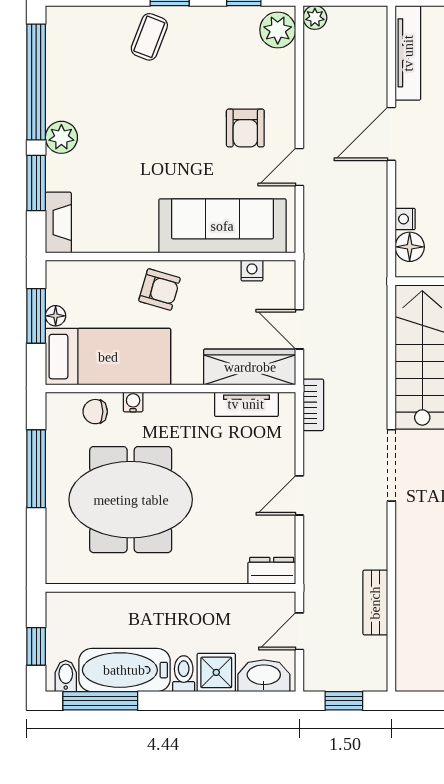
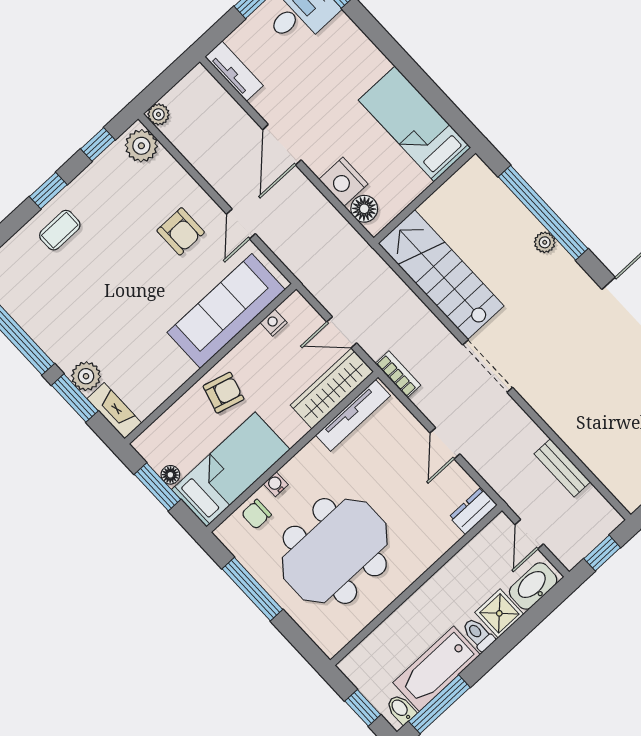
coffee table: (149, 37) -> (60, 230), turned 69
tv unit: (408, 53) -> (234, 71), width x0.71
plant: (61, 137) -> (86, 376), moved
nightstand: (405, 219) -> (343, 182), width x1.89, depth x1.79
tv unit: (246, 404) -> (353, 415), width x1.41

